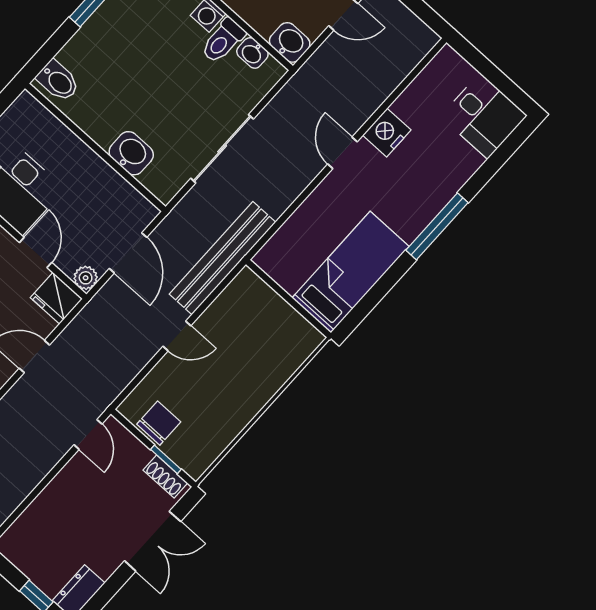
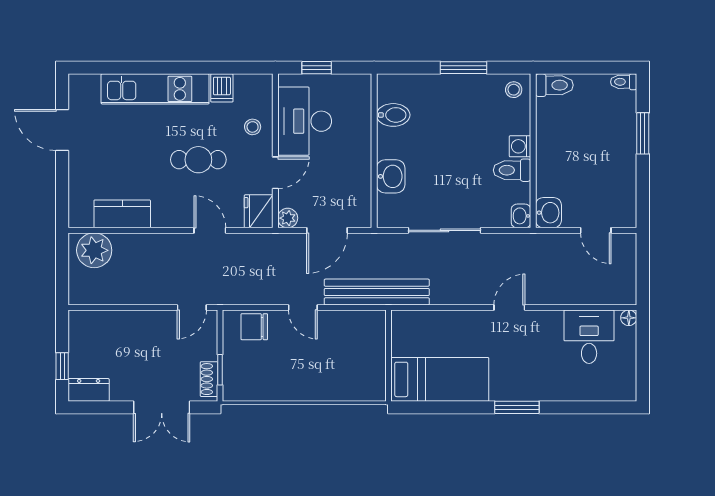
washbasin: (252, 53) -> (521, 216), moved
floor lamp: (447, 55) -> (629, 318), added
bidet: (58, 81) -> (393, 115), moved, turned -90
desk: (484, 116) -> (589, 337), moved, turned 180
nightstand: (387, 133) -> (547, 324), removed
window: (437, 226) -> (517, 407), width x0.69
chair: (159, 423) -> (254, 327), moved, turned 180

